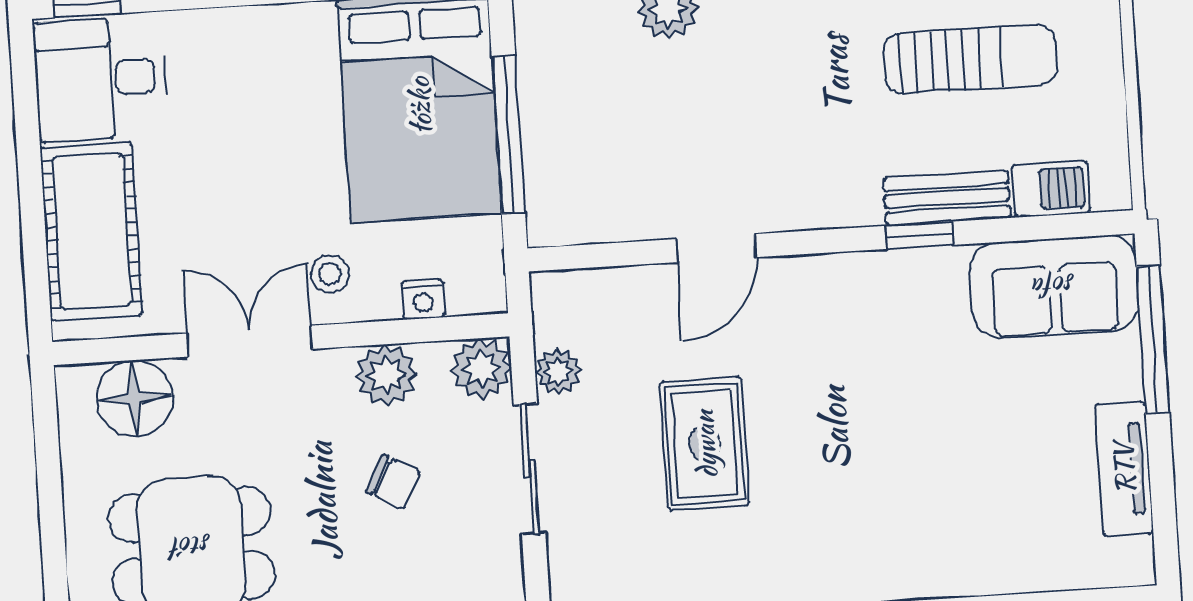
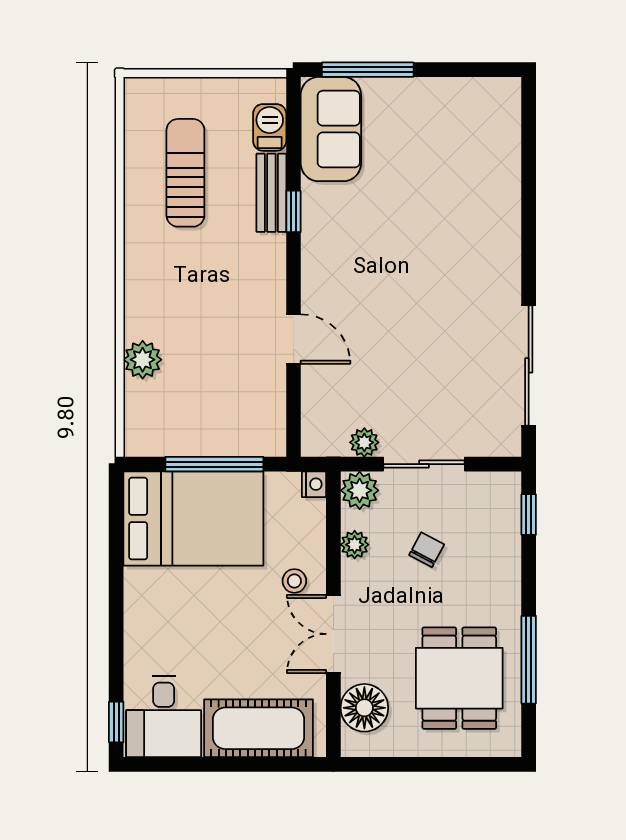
nightstand: (423, 299) -> (314, 484), moved
plant: (386, 375) -> (355, 545), width x0.73, depth x0.73
rug: (705, 444) -> (415, 354), removed
tv unit: (1124, 469) -> (447, 93), removed

